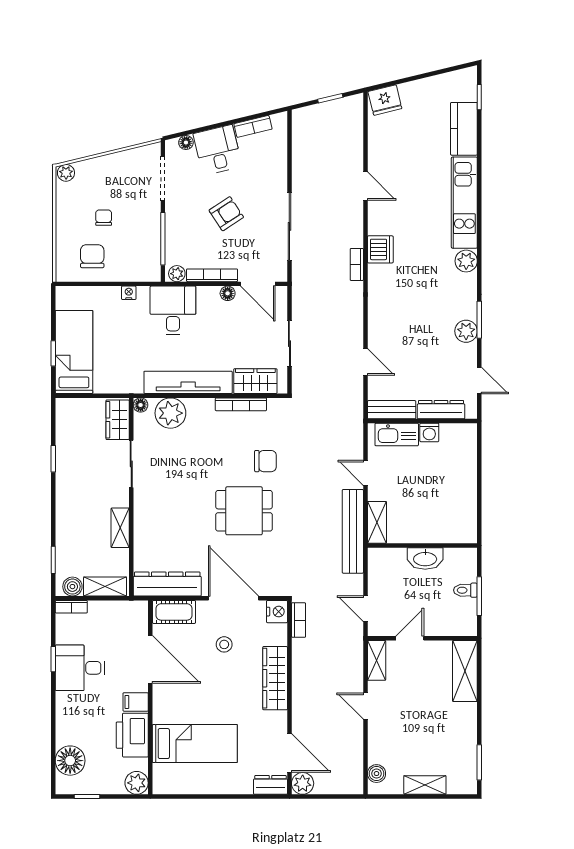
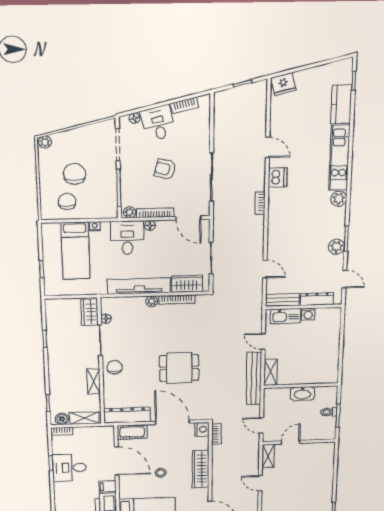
armchair: (226, 214) -> (165, 169), turned -133
chair: (104, 218) -> (74, 174), width x1.87, depth x1.87
dishwasher: (380, 249) -> (278, 177), moved
floor lamp: (228, 293) -> (150, 225), moved
bed: (74, 352) -> (76, 251), moved, turned 180
floor lamp: (141, 405) -> (106, 319), moved
plant: (170, 413) -> (152, 301), moved, width x0.53, depth x0.53
chair: (265, 461) -> (115, 367), moved, turned -90
stool: (224, 644) -> (161, 473), moved
shelving: (465, 671) -> (326, 460), removed

